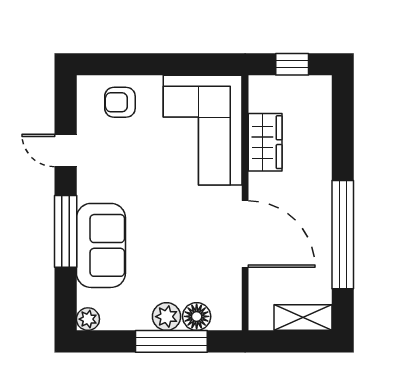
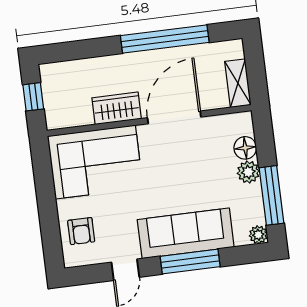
wardrobe: (265, 142) -> (117, 108), moved
sofa: (101, 245) -> (186, 233), width x1.36
shelving: (303, 318) -> (238, 83), moved
window: (171, 341) -> (271, 195), moved

